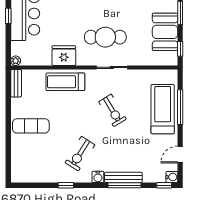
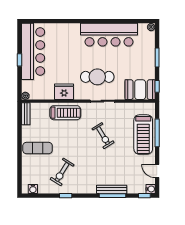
booth: (165, 32) -> (140, 90), moved, turned 90
treadmill: (65, 82) -> (65, 113), turned 180
treadmill: (163, 109) -> (143, 135), turned 180
exercise bike: (80, 154) -> (62, 172), moved
door: (180, 155) -> (157, 171), hinge flipped
water cooler: (98, 177) -> (33, 189), moved

